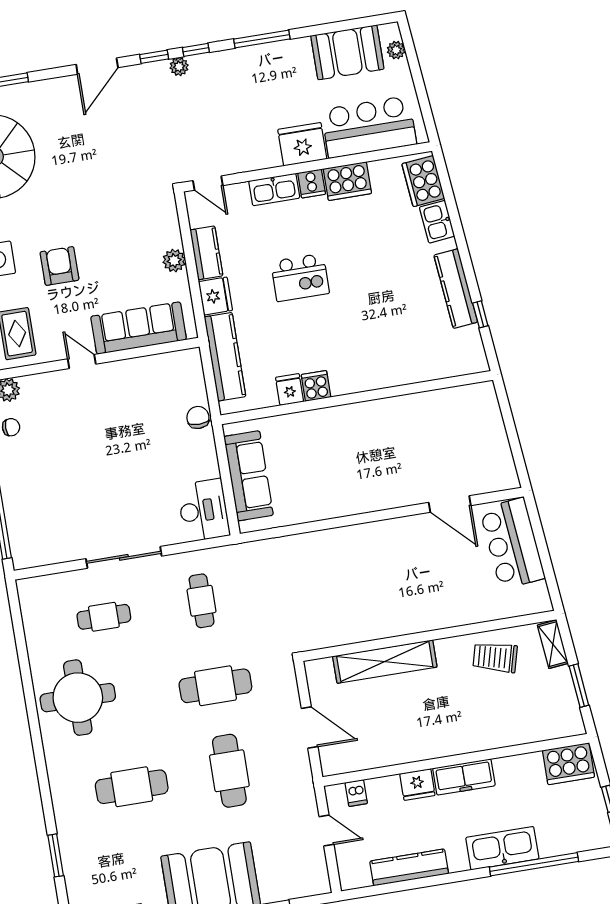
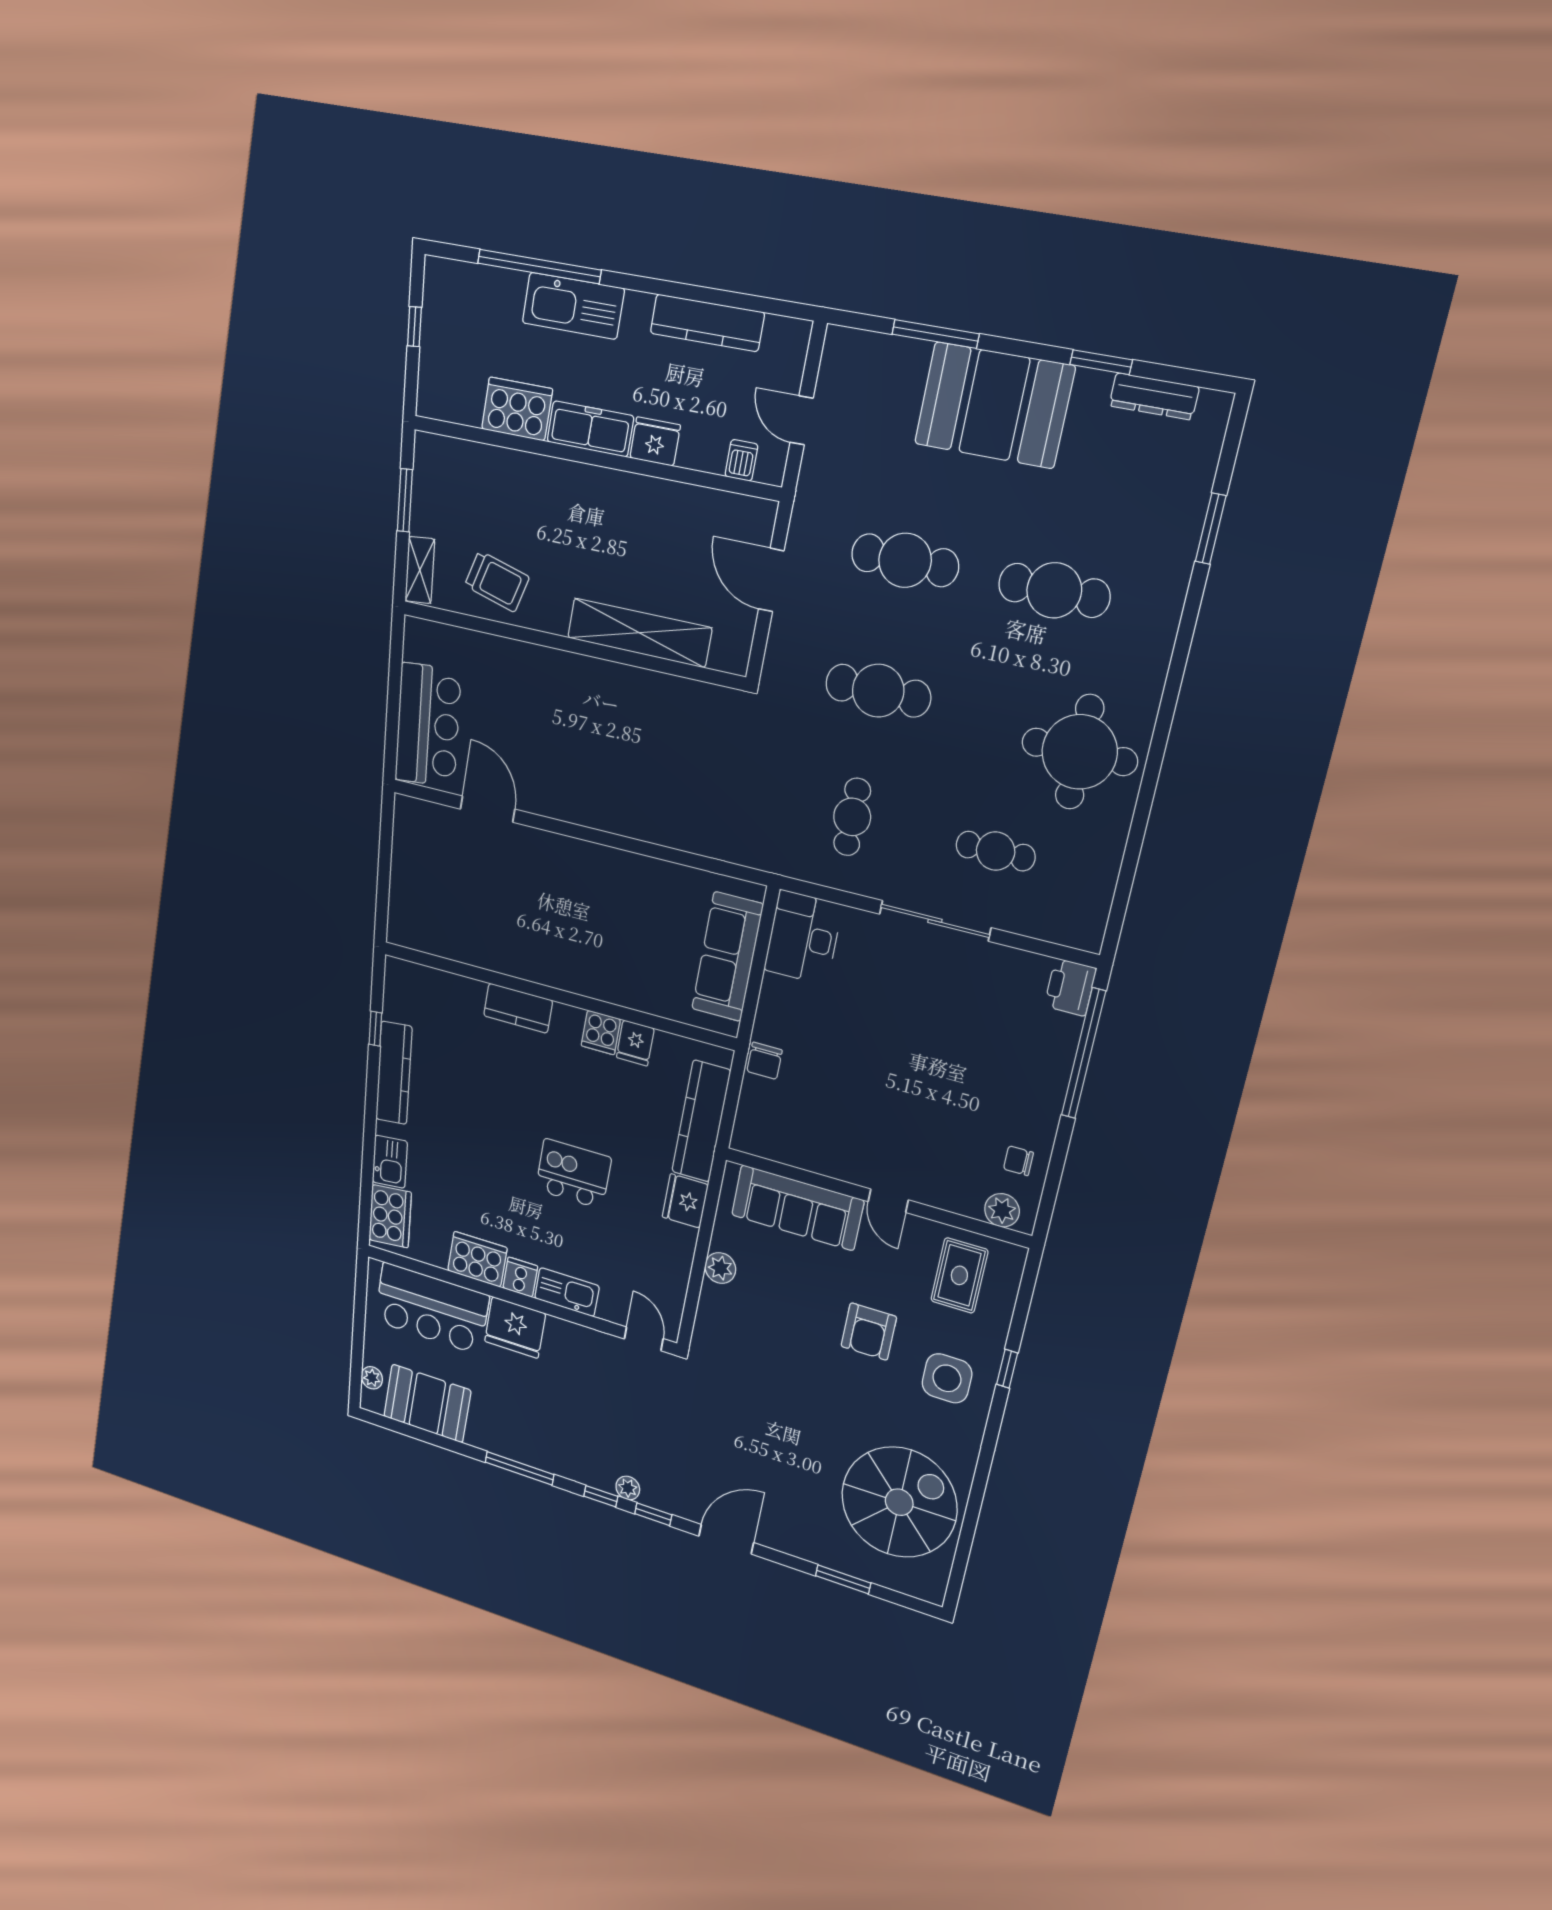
kitchen counter: (206, 253) -> (518, 1008), moved, turned -90
printer: (25, 552) -> (1070, 987), added
cooker: (568, 764) -> (517, 409), moved
cafe table: (229, 771) -> (905, 560), turned 90

